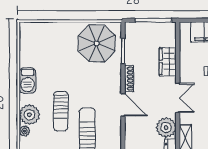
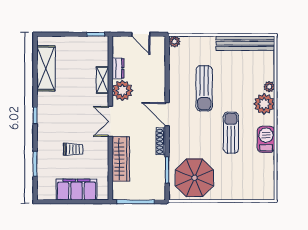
wardrobe: (168, 62) -> (121, 159), width x1.50
sun lounger: (61, 111) -> (231, 133), moved

